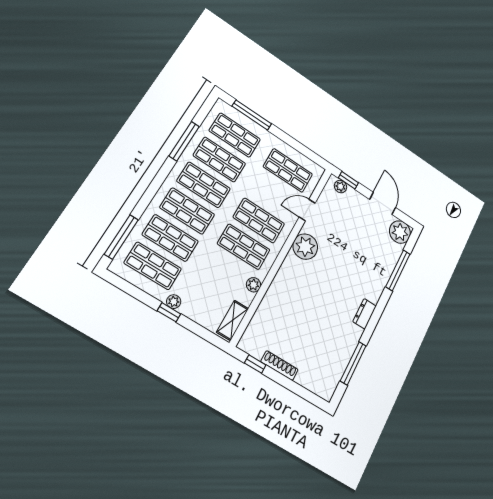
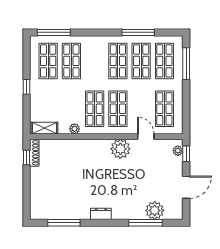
shop shelf: (187, 211) -> (95, 61), removed
plant: (400, 232) -> (155, 210), moved
plant: (174, 302) -> (34, 86), removed
shoe rack: (279, 366) -> (34, 153), moved

